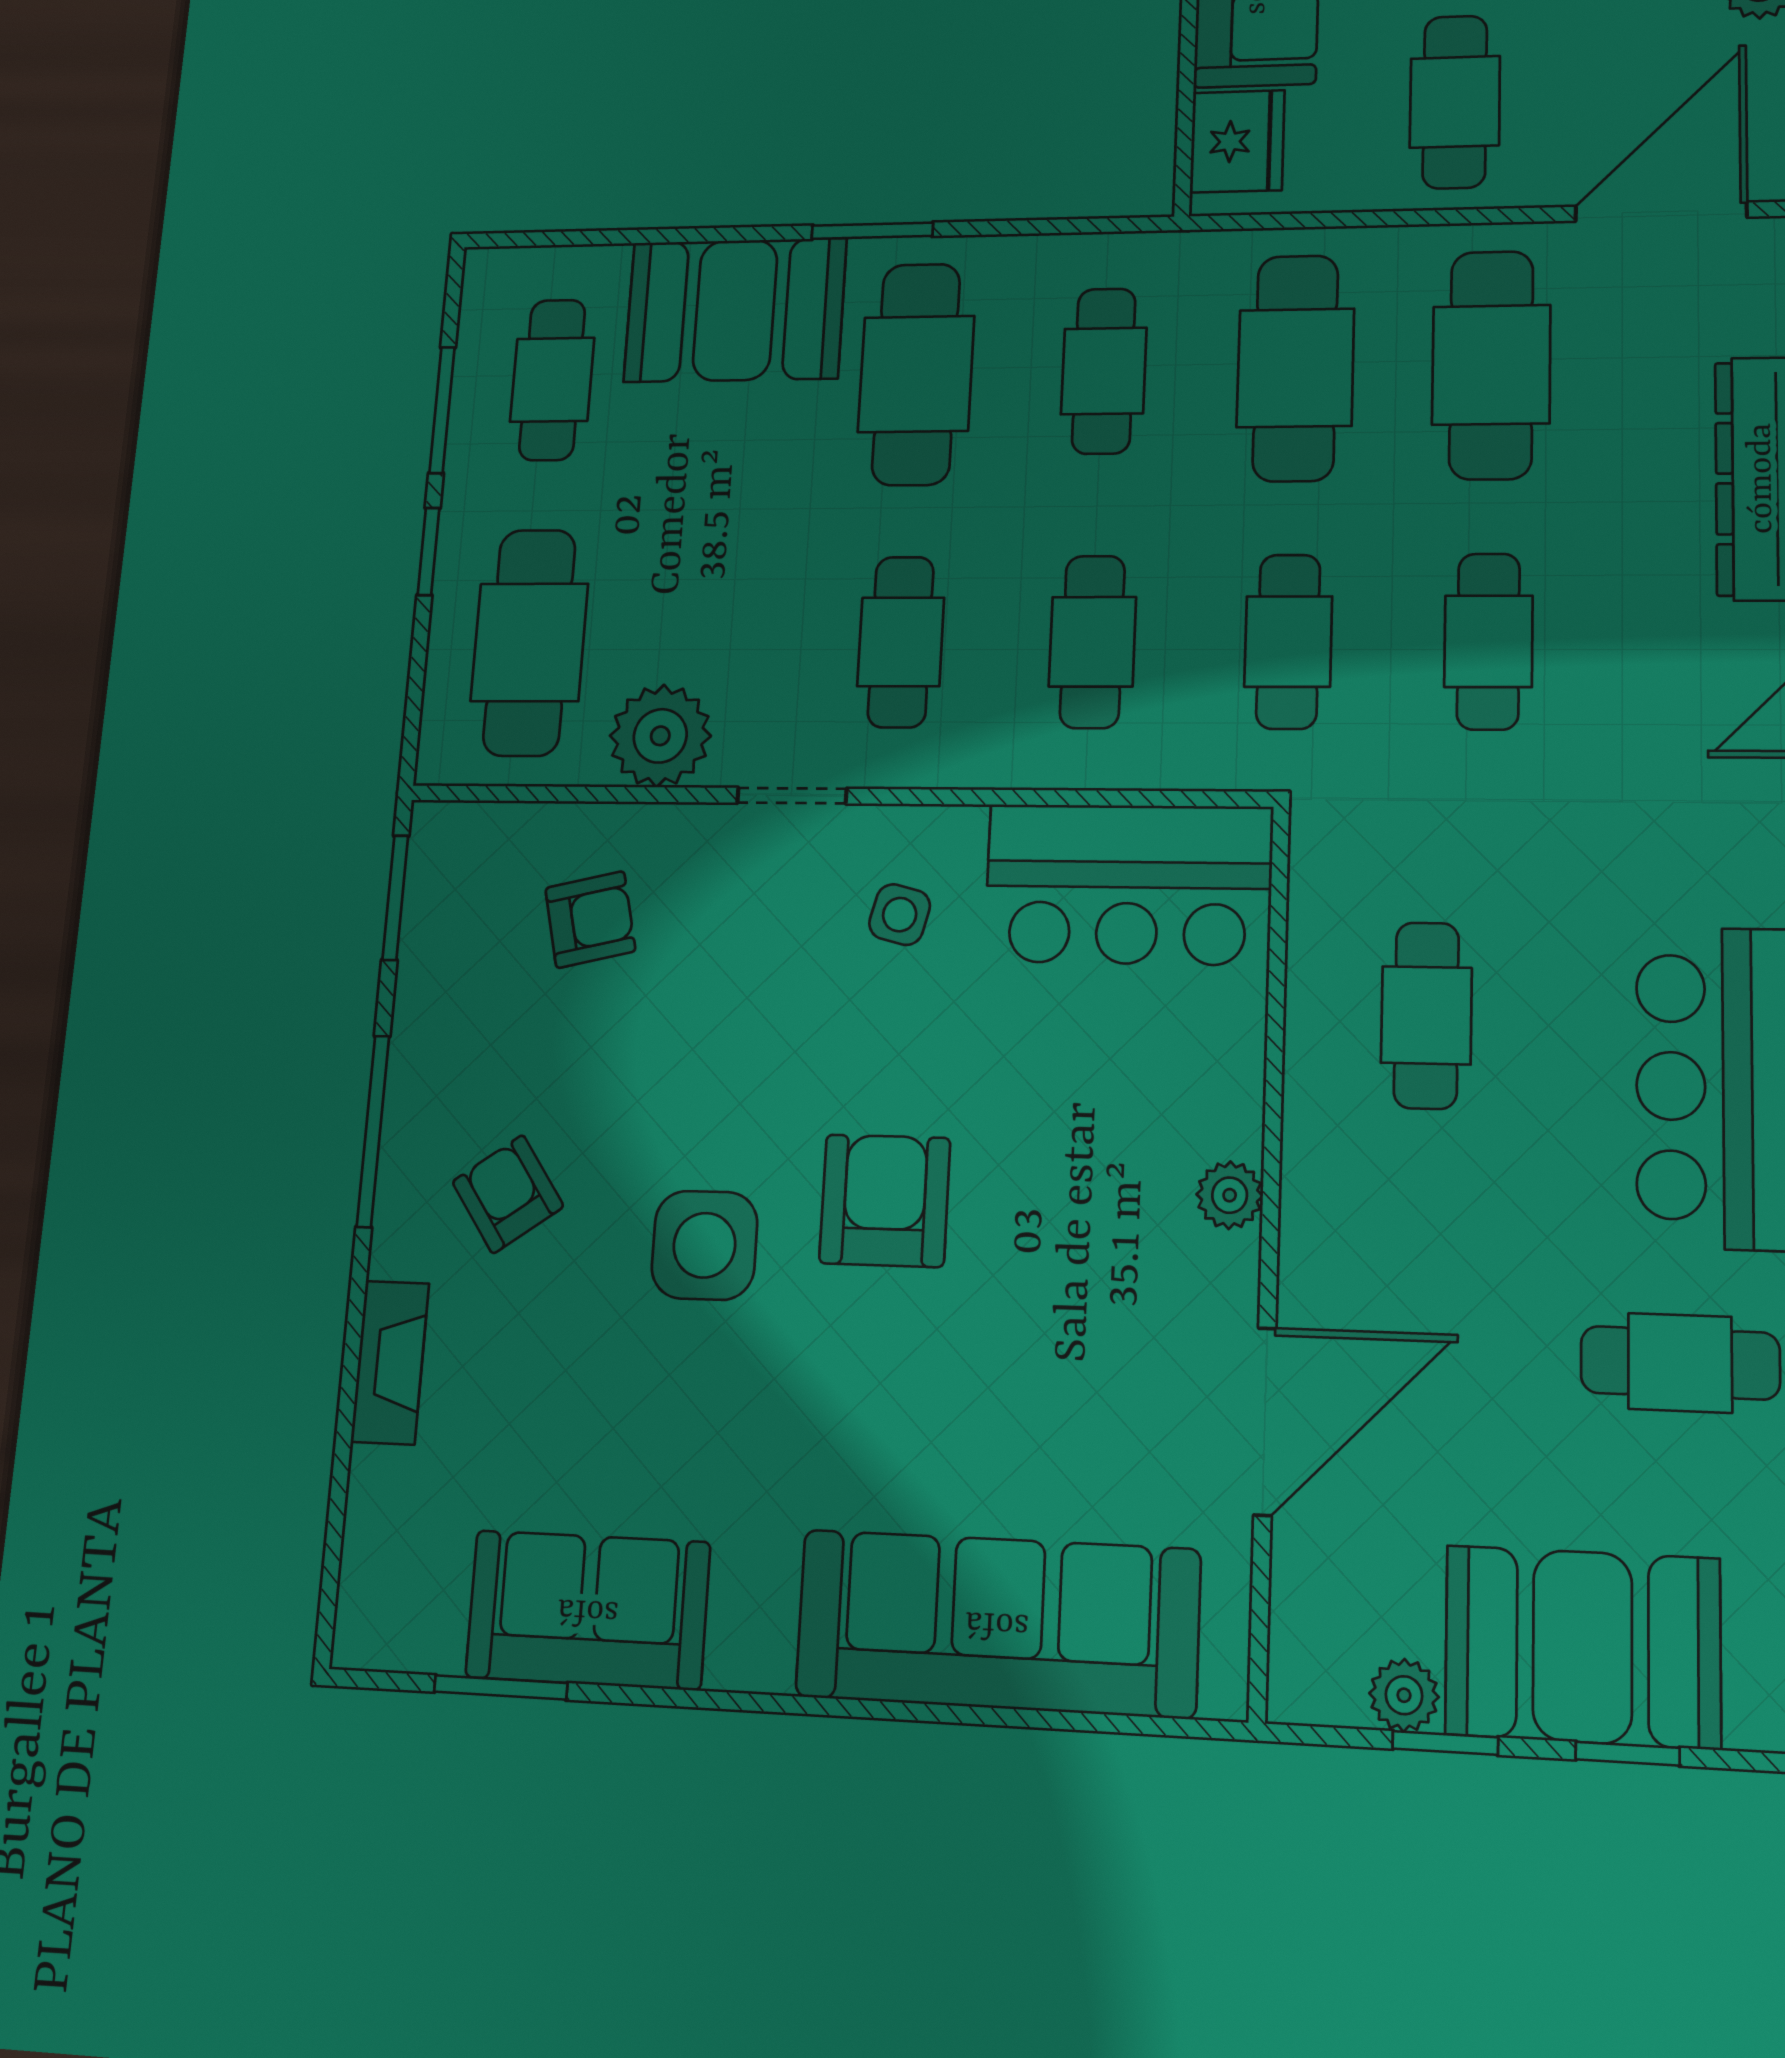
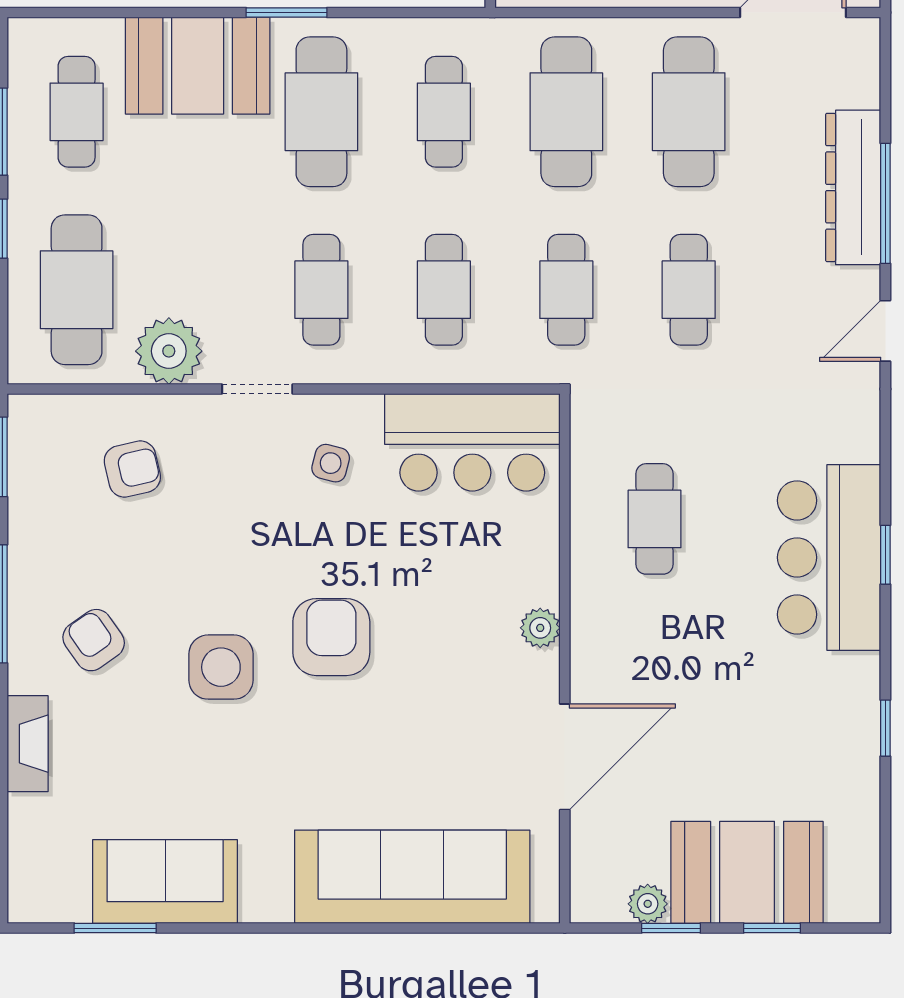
cafe table: (1680, 1363) -> (802, 715), removed

